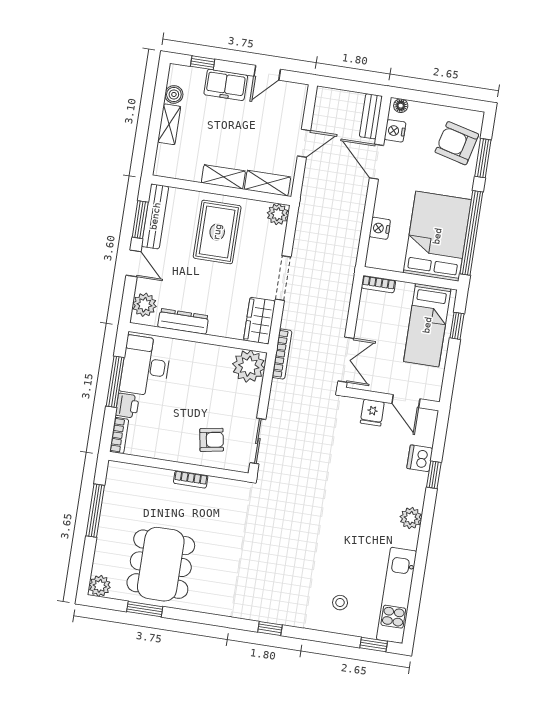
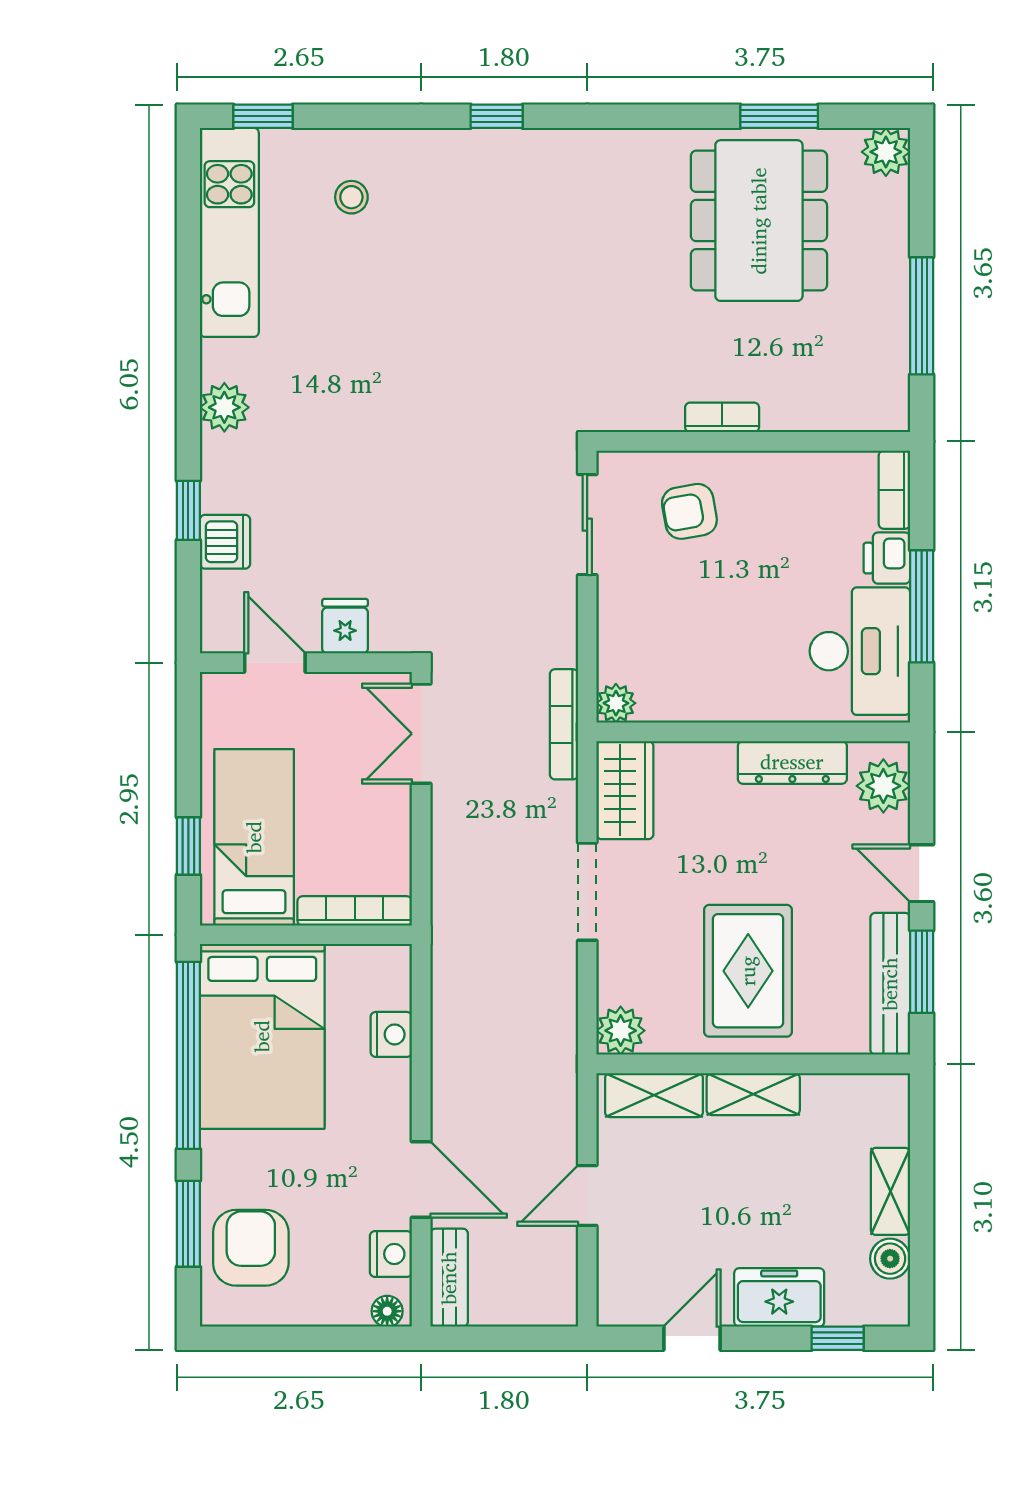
armchair: (457, 143) -> (251, 1248), turned -104
bookcase: (378, 284) -> (355, 911), width x1.56
plant: (249, 366) -> (616, 703), width x0.53, depth x0.53

